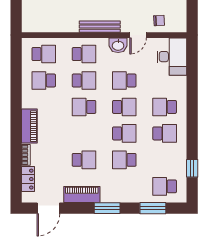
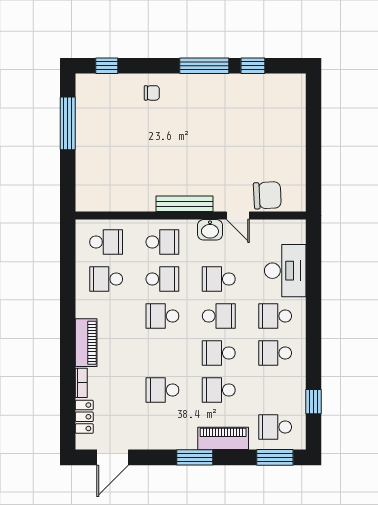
chair: (159, 21) -> (267, 195), width x1.87, depth x1.87
door: (138, 35) -> (238, 215), hinge flipped
desk: (172, 57) -> (285, 271), moved
school desk: (124, 133) -> (219, 353), turned 180
school desk: (165, 133) -> (275, 353), turned 180
school desk: (84, 160) -> (162, 390), turned 180
piano: (82, 195) -> (223, 438), moved
window: (153, 208) -> (275, 457), moved

